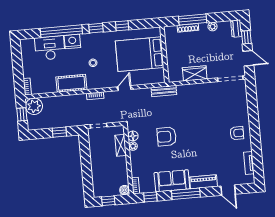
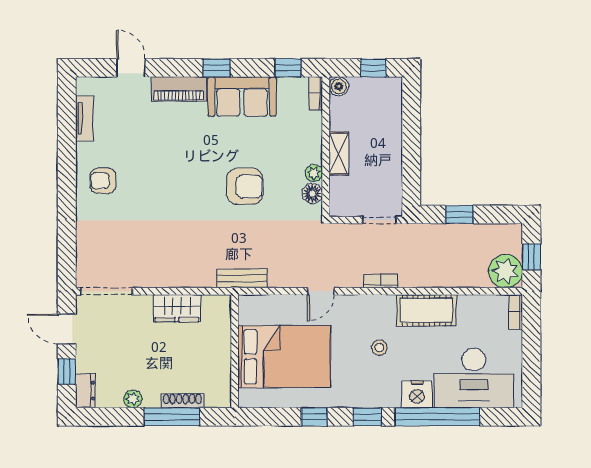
desk: (50, 48) -> (474, 378), width x1.36, depth x1.30
shelving: (121, 145) -> (339, 153), moved
window: (186, 194) -> (216, 68), width x0.46

